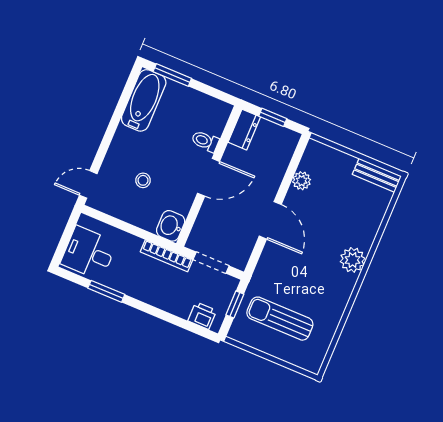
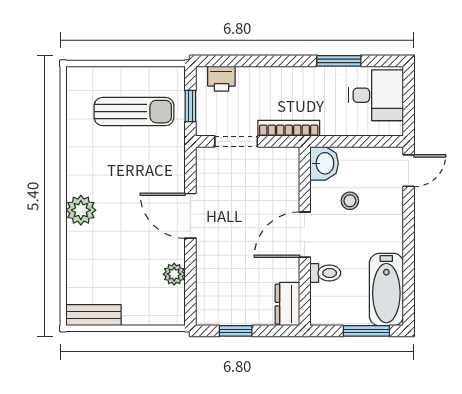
dresser: (244, 130) -> (287, 304), moved
toilet: (205, 141) -> (325, 273), moved
wall: (209, 176) -> (305, 236), moved
door: (209, 177) -> (305, 235), moved
washbasin: (171, 226) -> (324, 163), moved

